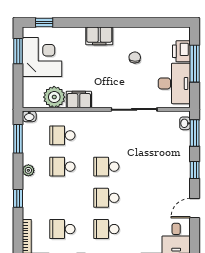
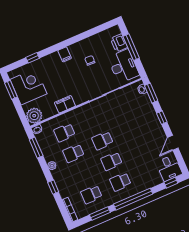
window: (44, 23) -> (33, 58), moved
filing cabinet: (99, 36) -> (65, 54), width x0.50
plant: (54, 97) -> (34, 116), moved

